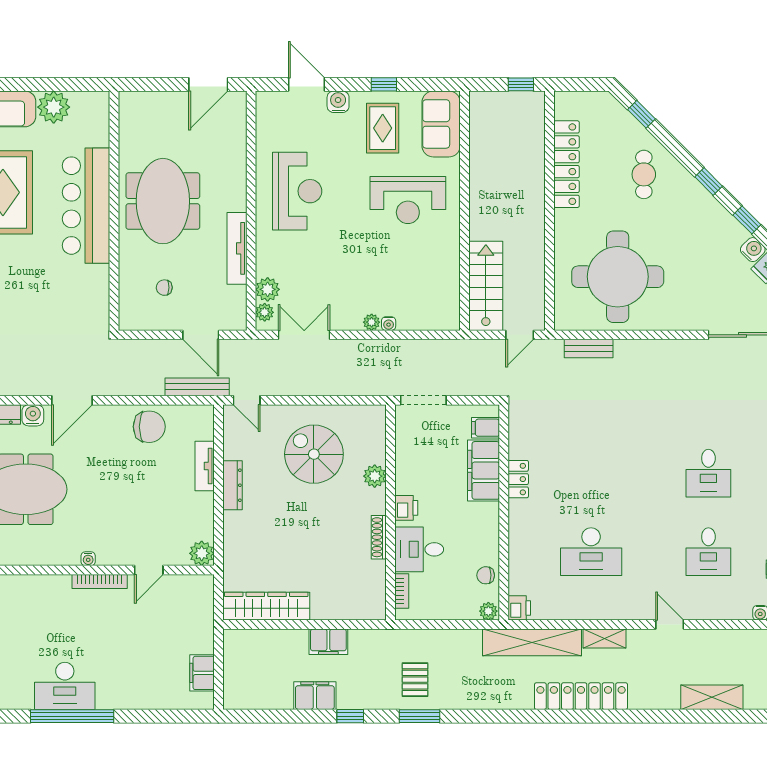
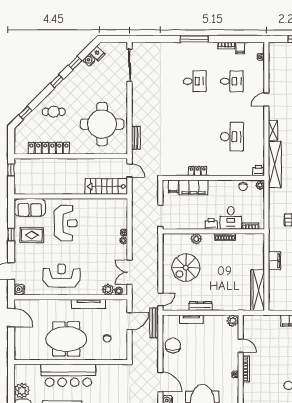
water cooler: (338, 102) -> (19, 289), moved

